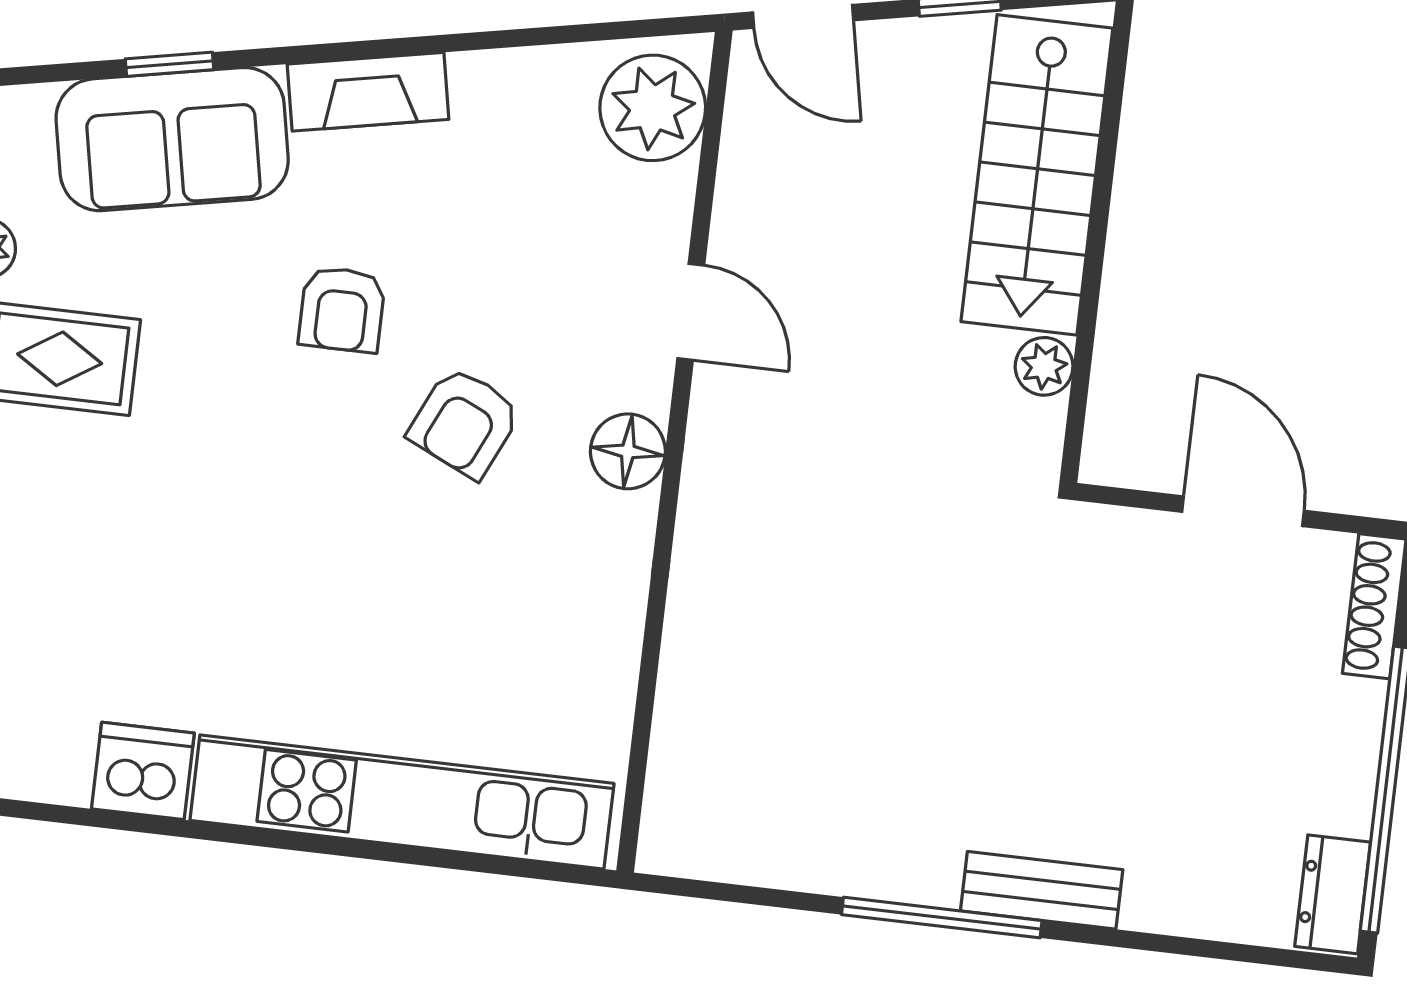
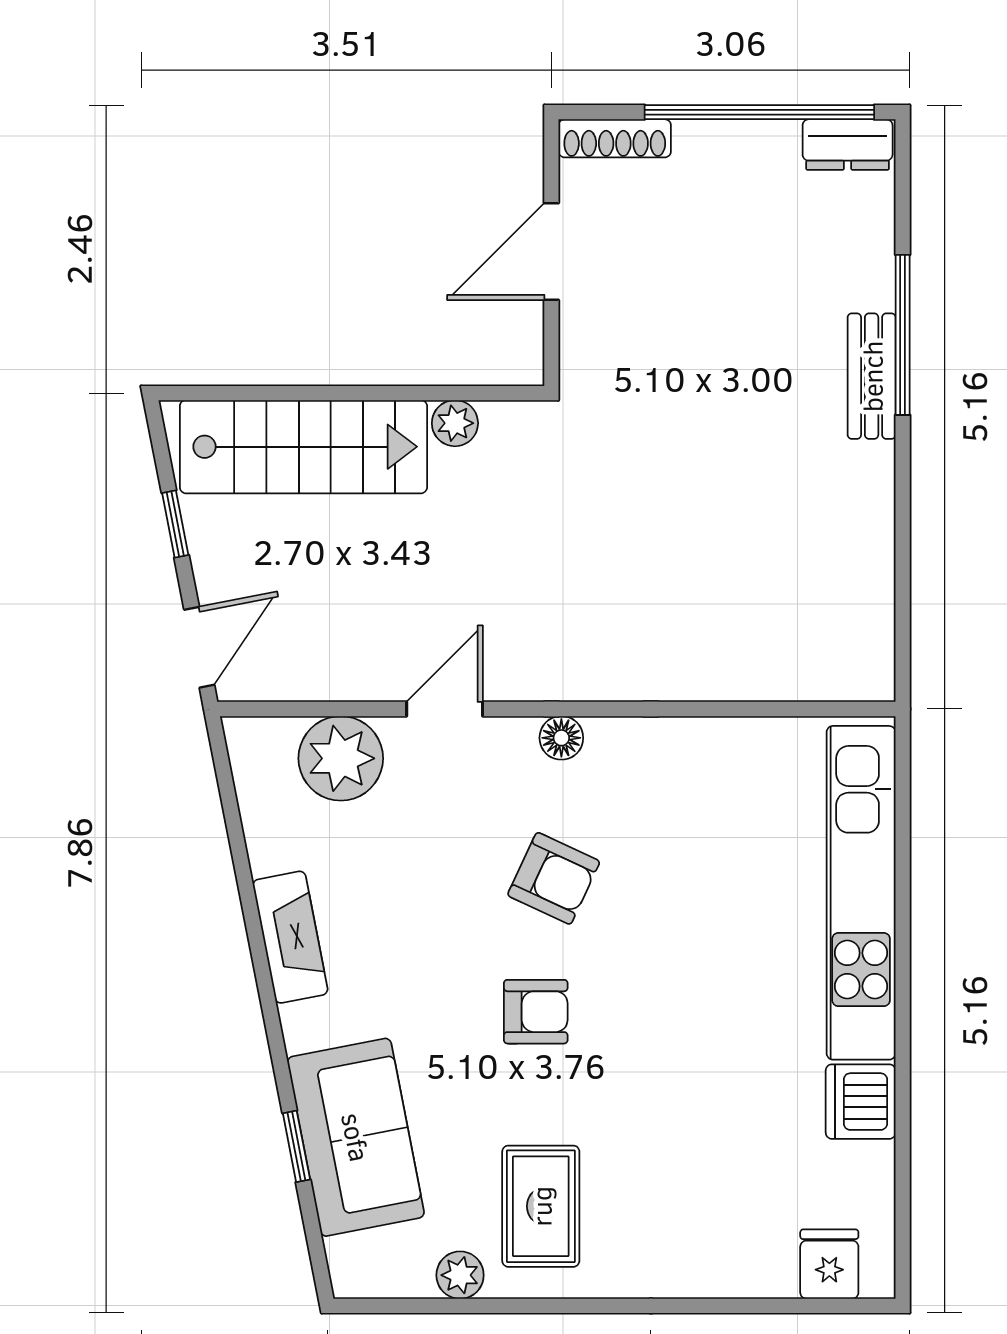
fireplace: (368, 92) -> (290, 937), moved
plant: (653, 108) -> (341, 758), moved
armchair: (342, 309) -> (536, 1012), moved
floor lamp: (628, 451) -> (561, 738), width x0.73, depth x0.73
window: (942, 918) -> (903, 335), moved

